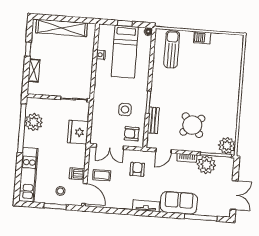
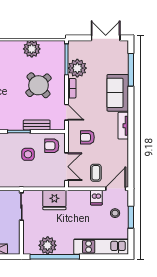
armchair: (132, 134) -> (52, 146), turned 90
plant: (227, 146) -> (32, 49), moved

